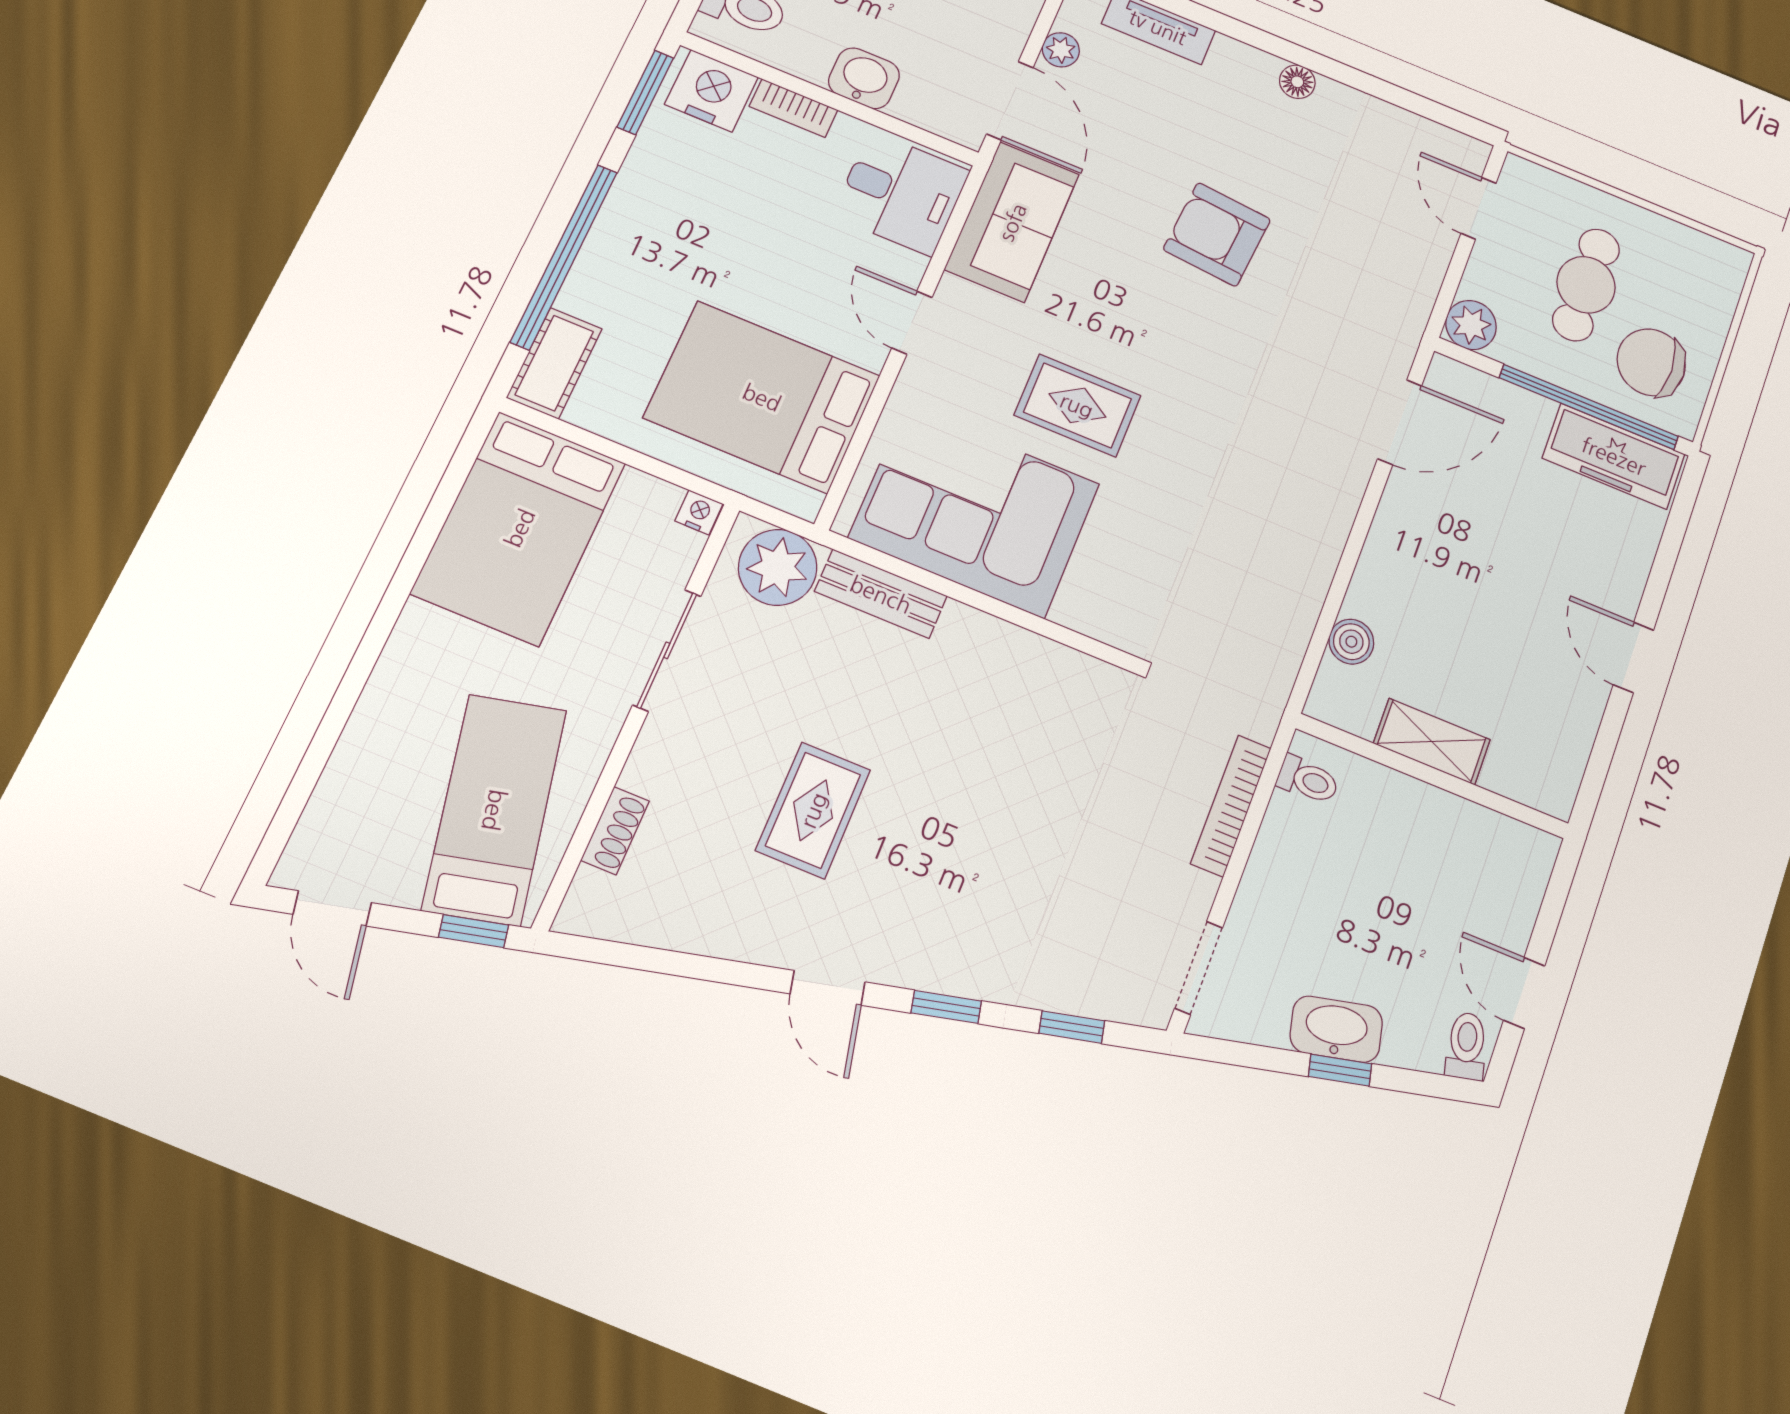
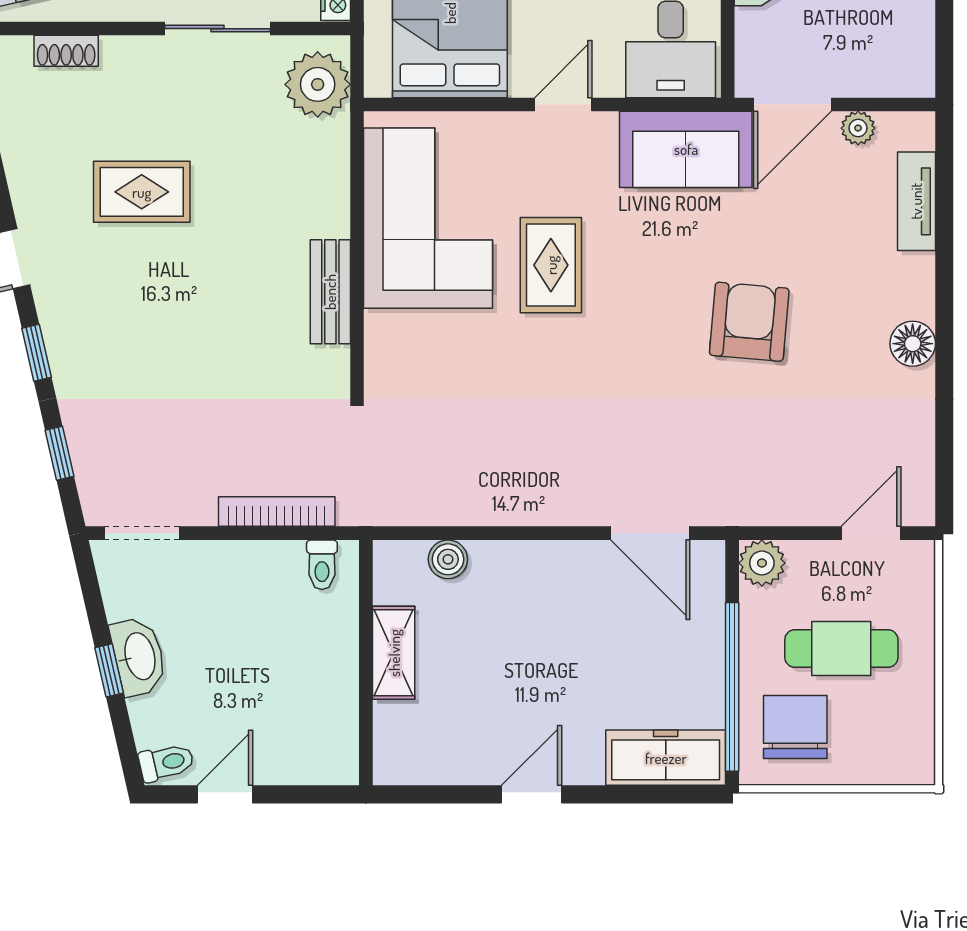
floor lamp: (1297, 82) -> (913, 344), width x1.37, depth x1.37
freezer: (1614, 456) -> (666, 758), moved, turned 90
bench: (881, 594) -> (330, 292), moved

